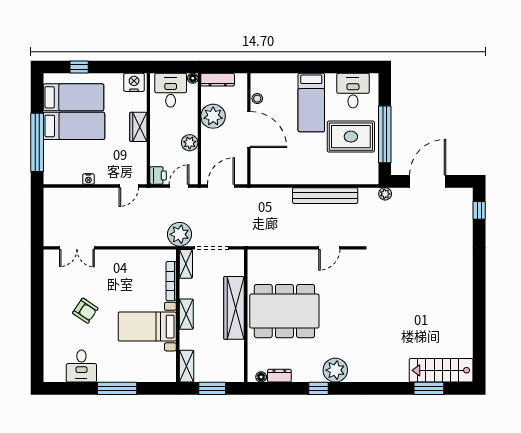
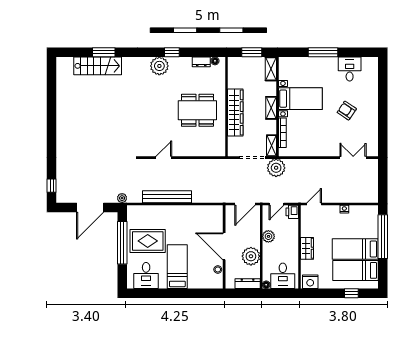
dining table: (284, 311) -> (197, 110), width x0.73, depth x0.80
stairs: (441, 370) -> (98, 66), moved
window: (429, 388) -> (104, 52), moved

